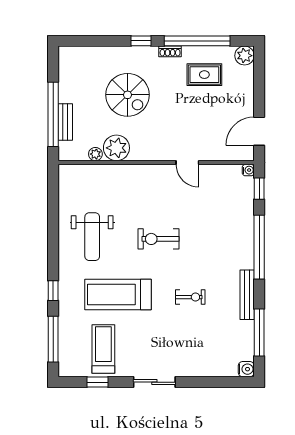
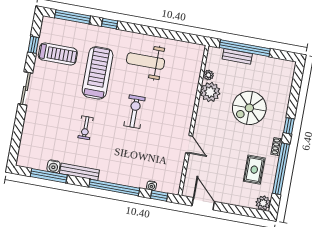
door: (187, 162) -> (189, 144), swing flipped
water cooler: (248, 170) -> (152, 186), moved
water cooler: (246, 369) -> (53, 166), moved

